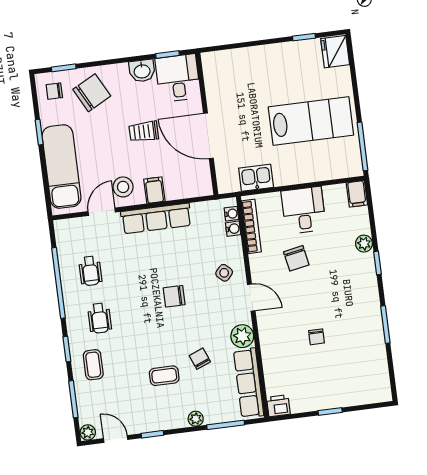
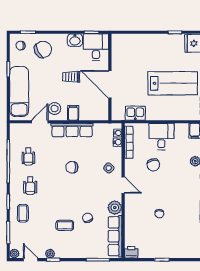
chair: (174, 296) -> (72, 167), moved
plant: (196, 419) -> (50, 254), moved

